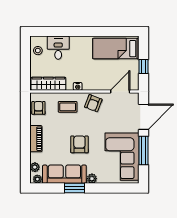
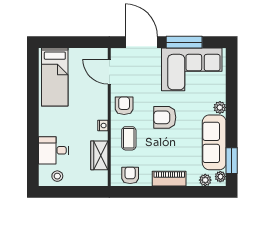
window: (143, 67) -> (78, 42), removed
wardrobe: (48, 84) -> (99, 155), width x0.67
armchair: (93, 103) -> (124, 106), turned -111
armchair: (38, 108) -> (130, 175), turned 90
armchair: (79, 144) -> (165, 117), moved
window: (74, 188) -> (232, 161), moved

